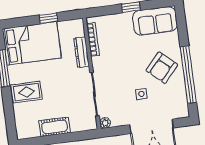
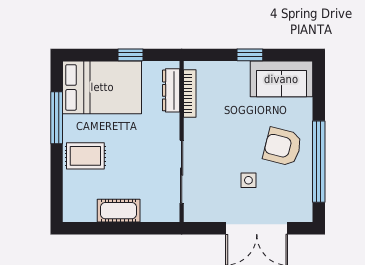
dresser: (82, 52) -> (171, 90), moved
armchair: (162, 68) -> (283, 147), turned 62
plant: (105, 123) -> (191, 215), removed

